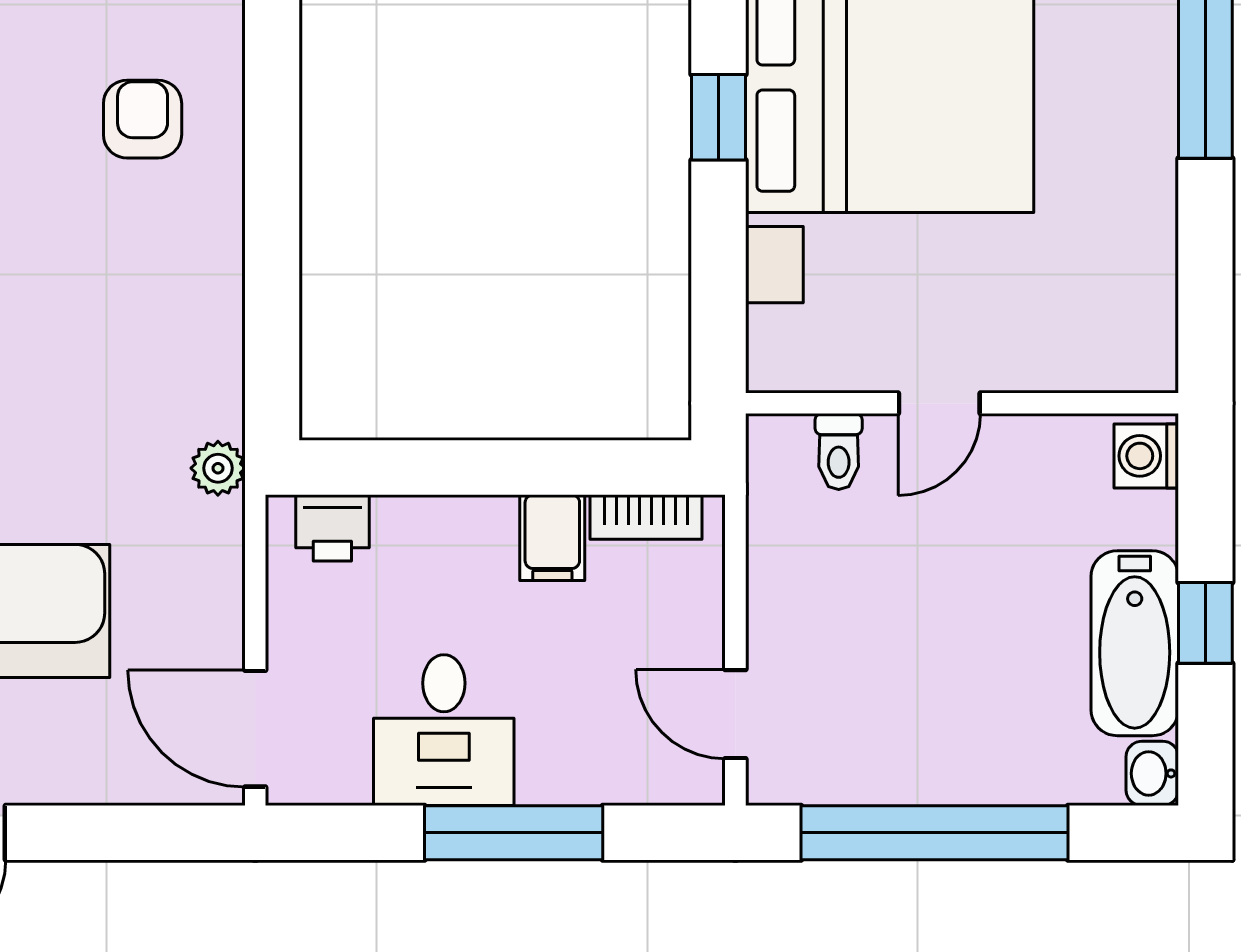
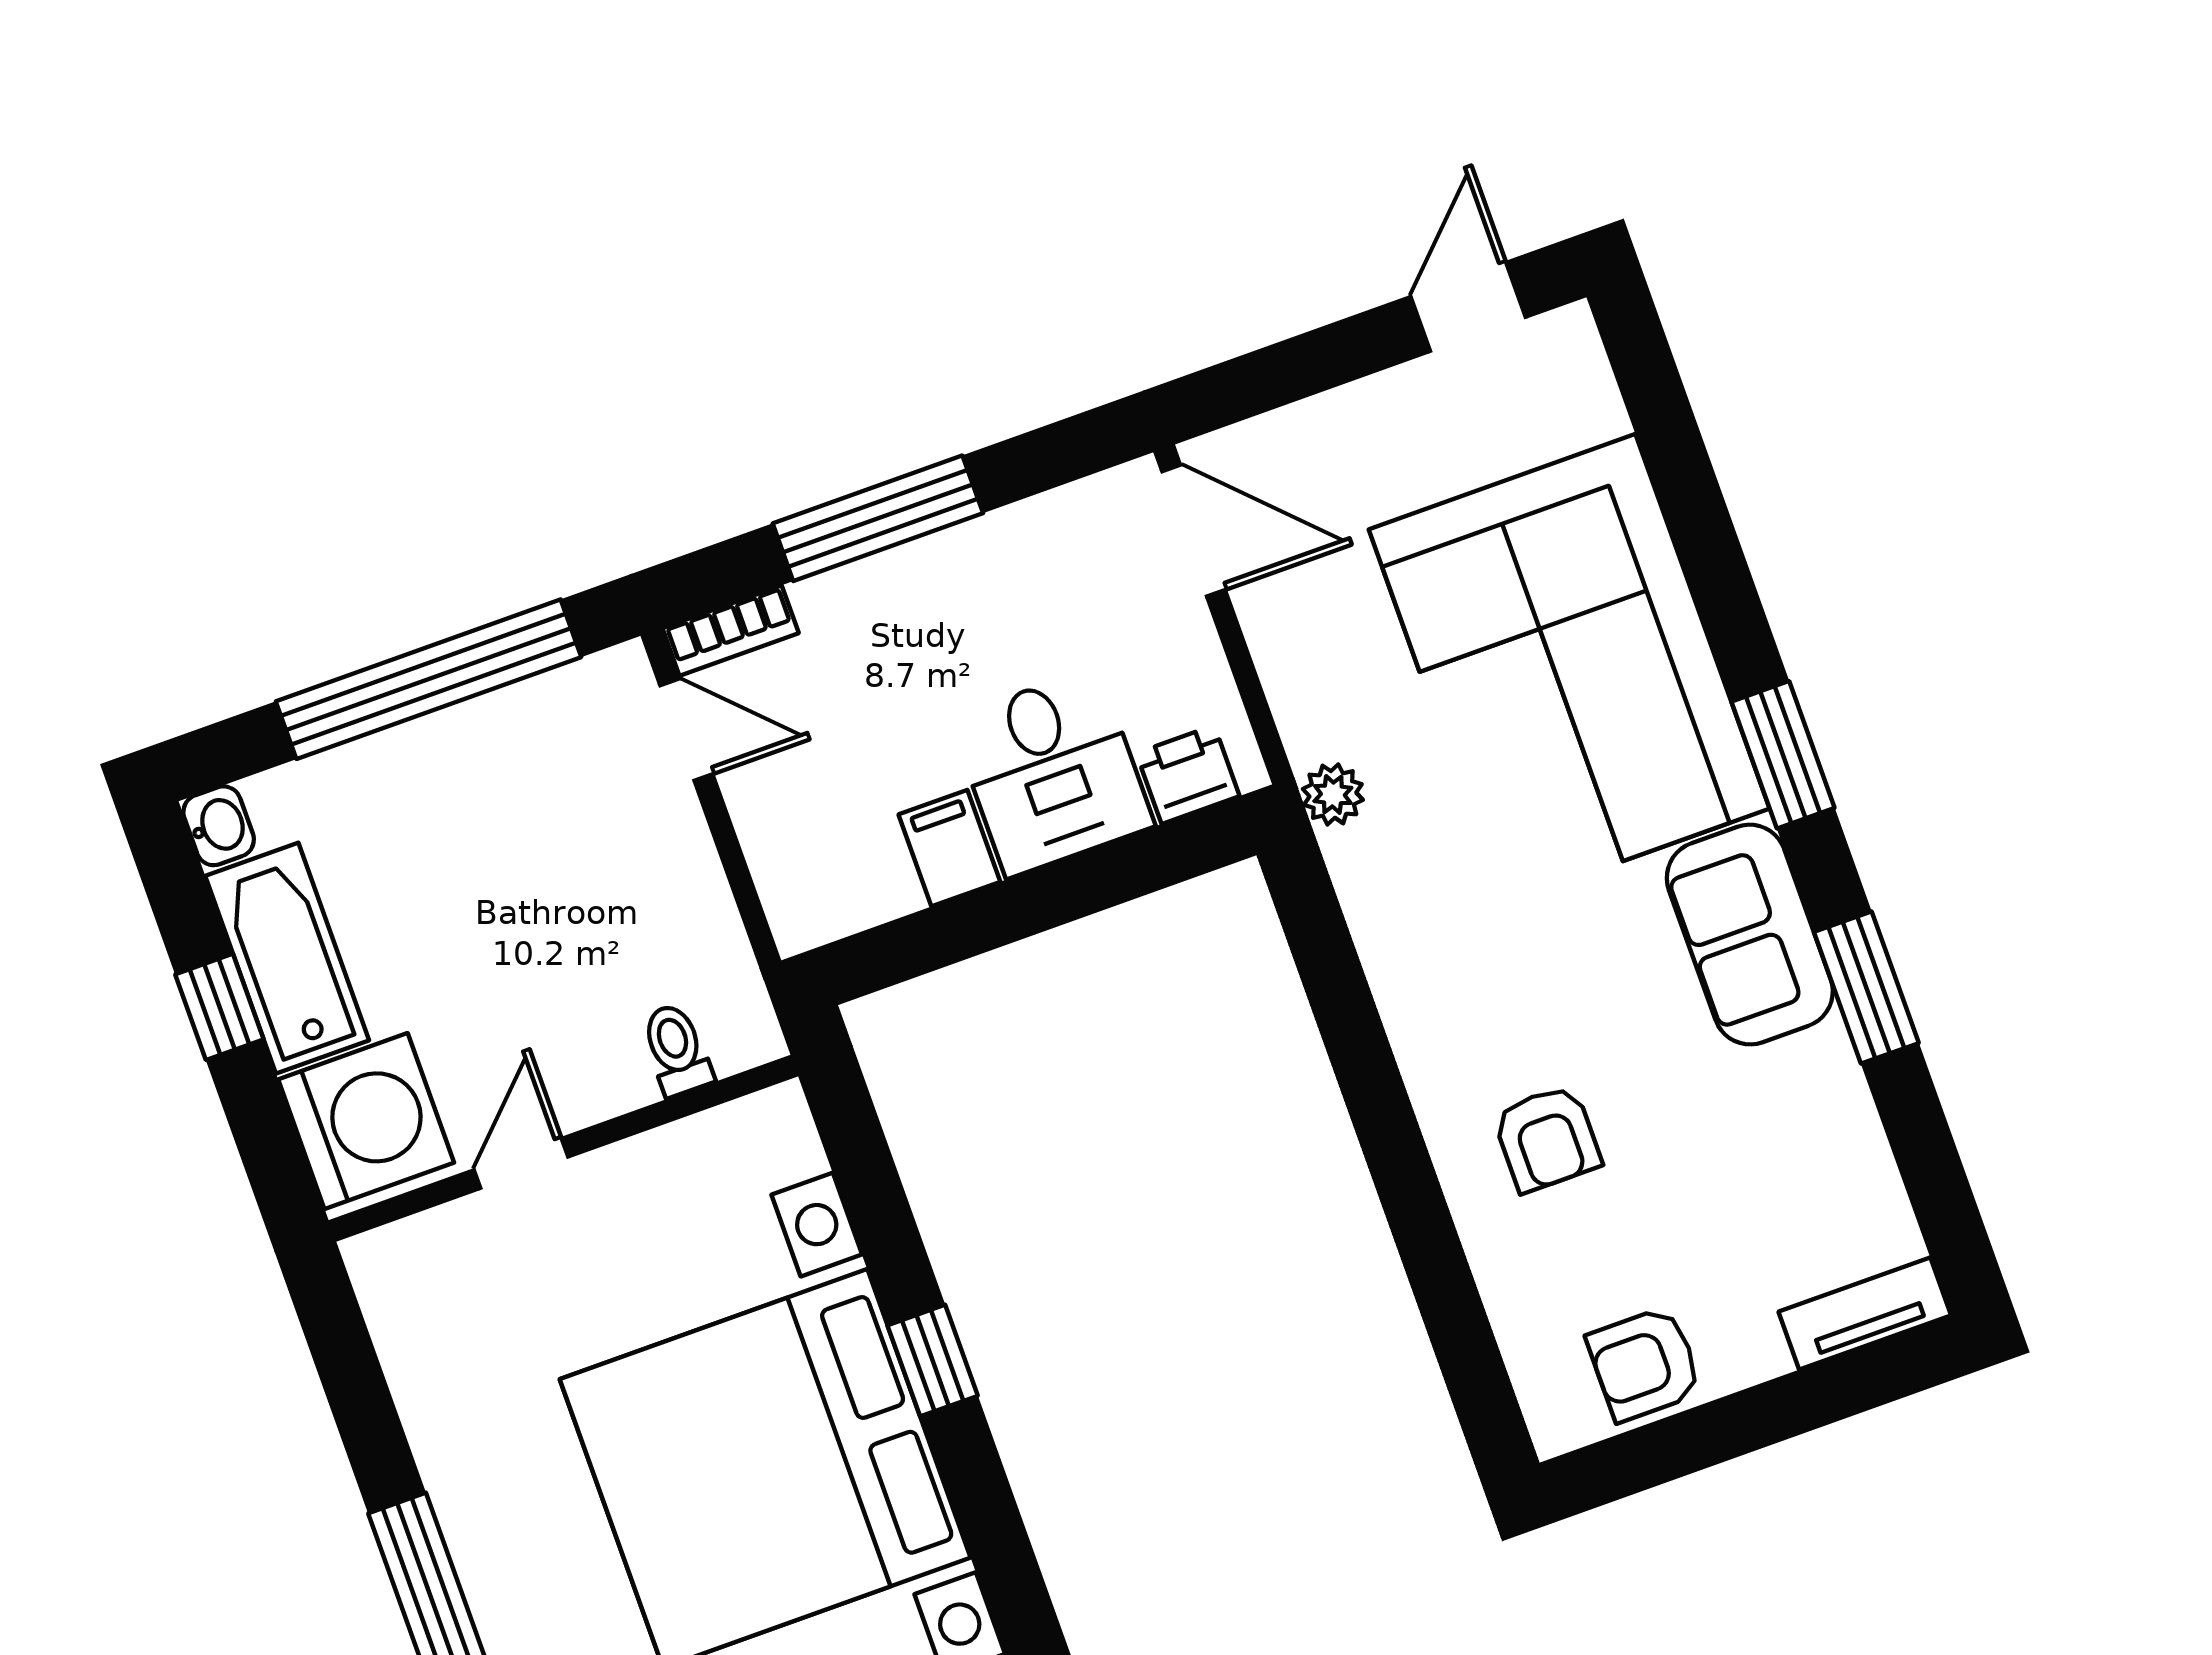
door: (939, 403) -> (521, 1163), moved
washing machine: (1146, 456) -> (366, 1121), width x1.89, depth x1.89
bookcase: (646, 517) -> (731, 631), moved, turned 180
desk: (444, 730) -> (1052, 772), moved, turned 180

